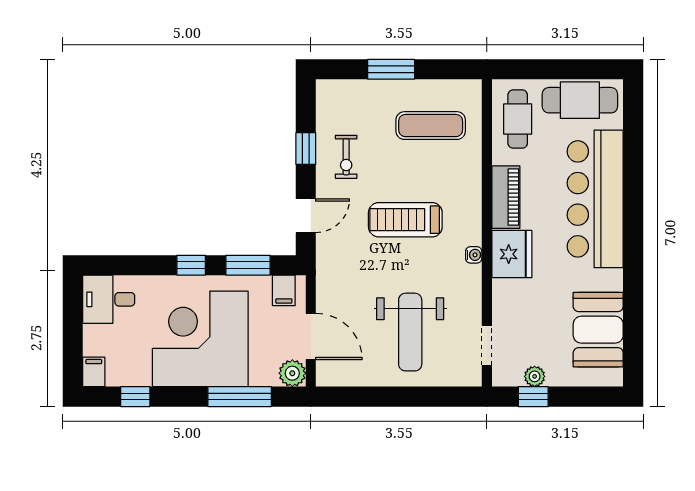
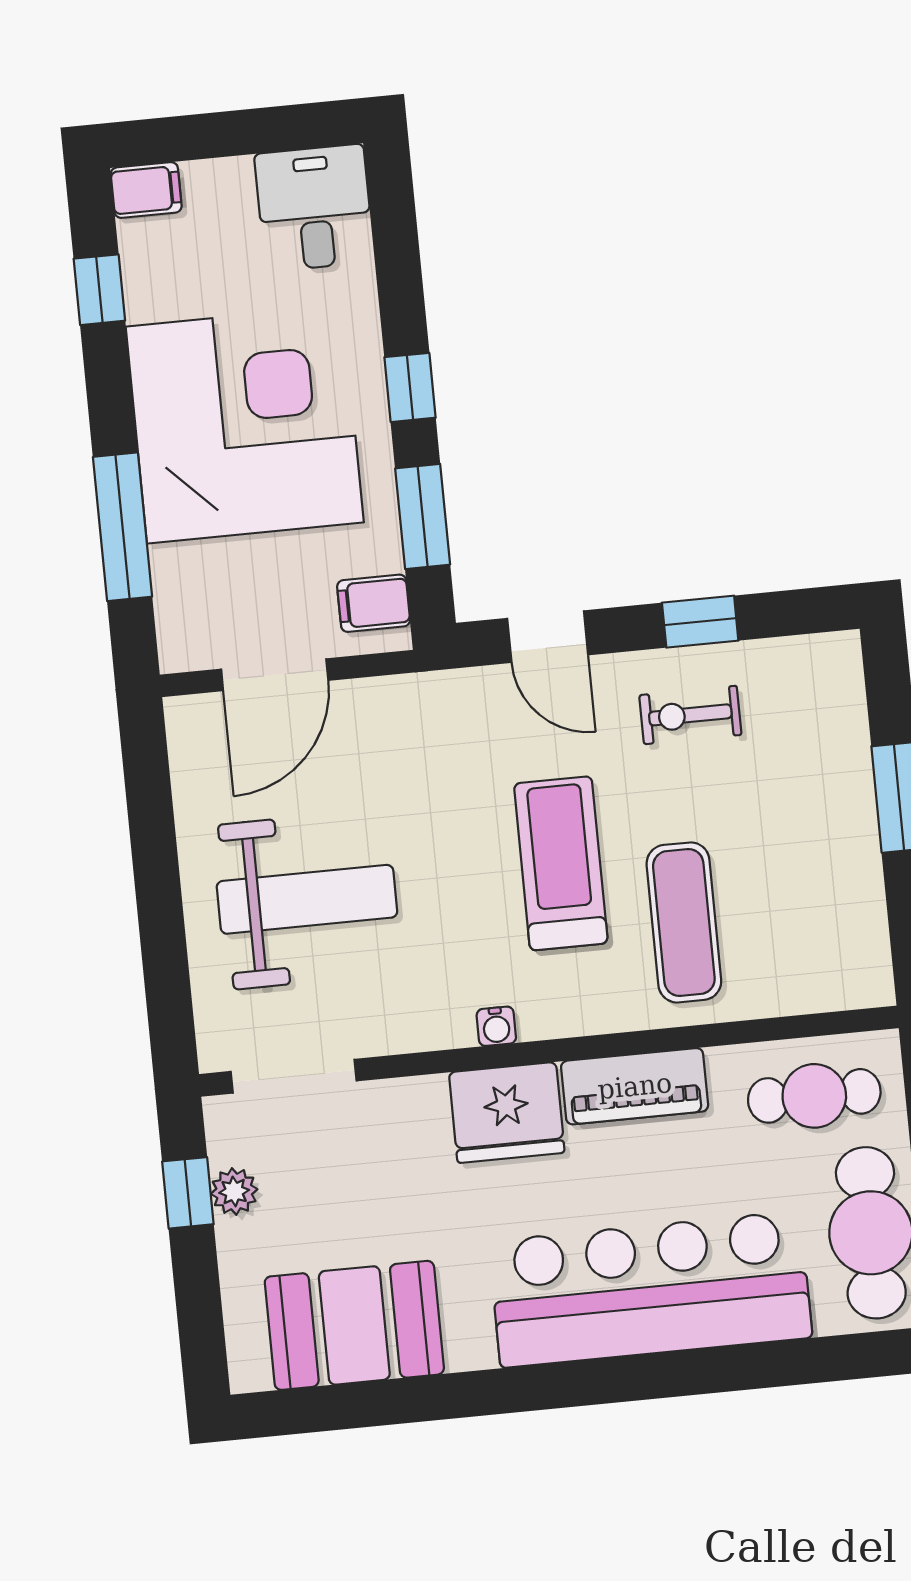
exercise mat: (431, 126) -> (684, 922), moved
weight bench: (410, 332) -> (307, 899), turned 180
doorway: (487, 345) -> (294, 1076), width x1.38
plant: (292, 373) -> (187, 641), removed

